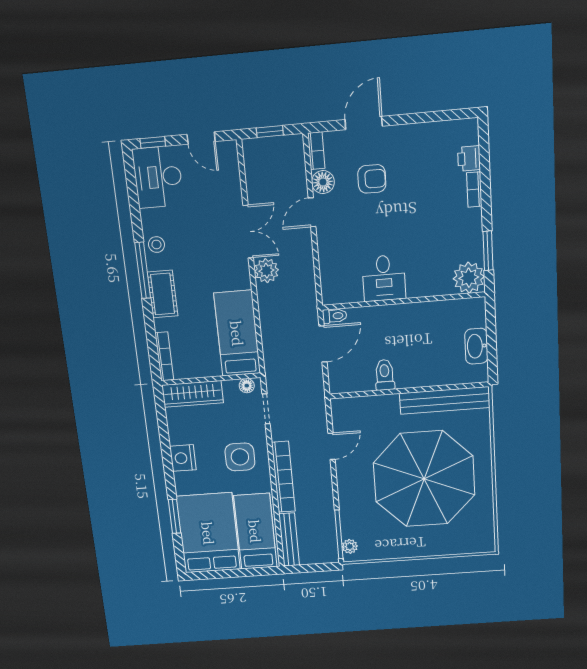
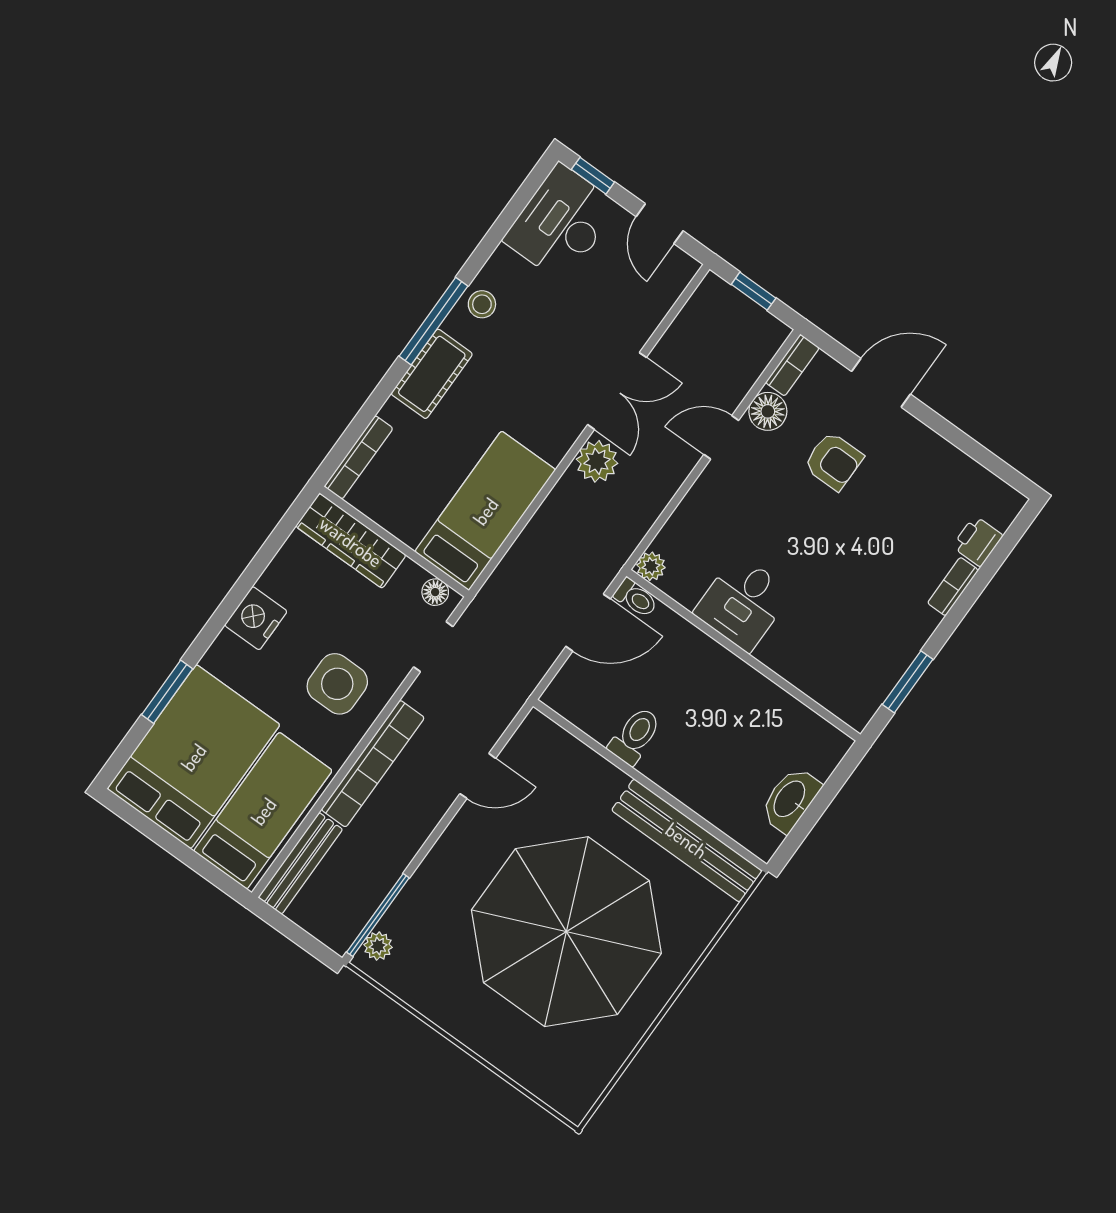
plant: (469, 278) -> (651, 566), moved, width x0.53, depth x0.53

